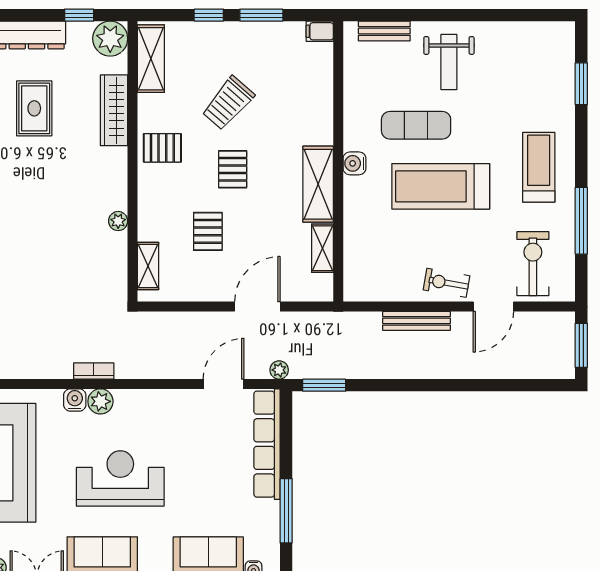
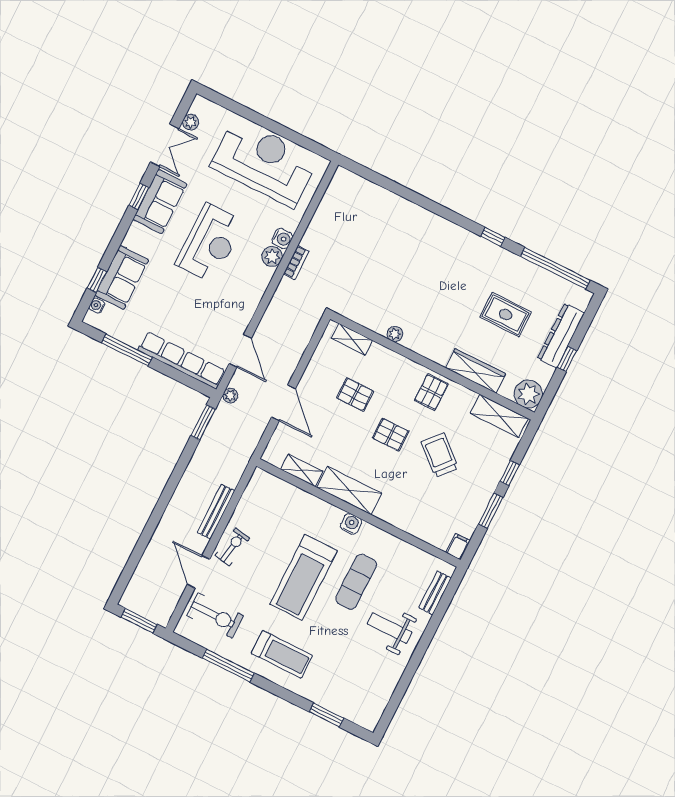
window: (79, 15) -> (567, 359), moved
treadmill: (441, 186) -> (304, 577), turned 180

